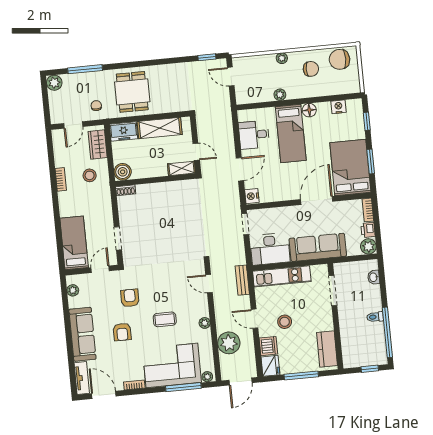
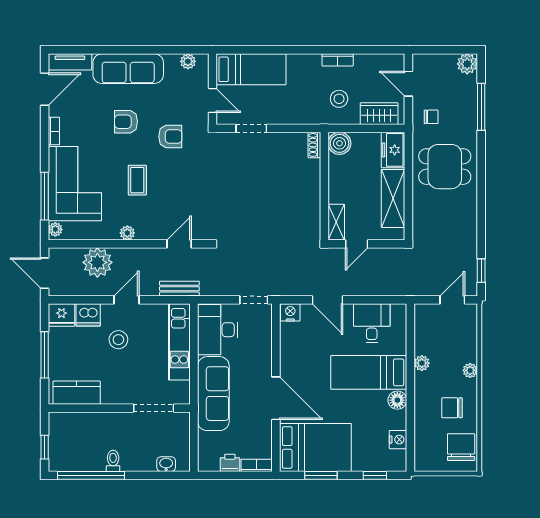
chair: (311, 69) -> (452, 408), turned 90
plant: (368, 246) -> (208, 461), removed

